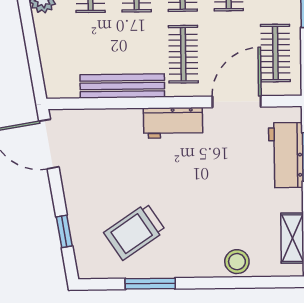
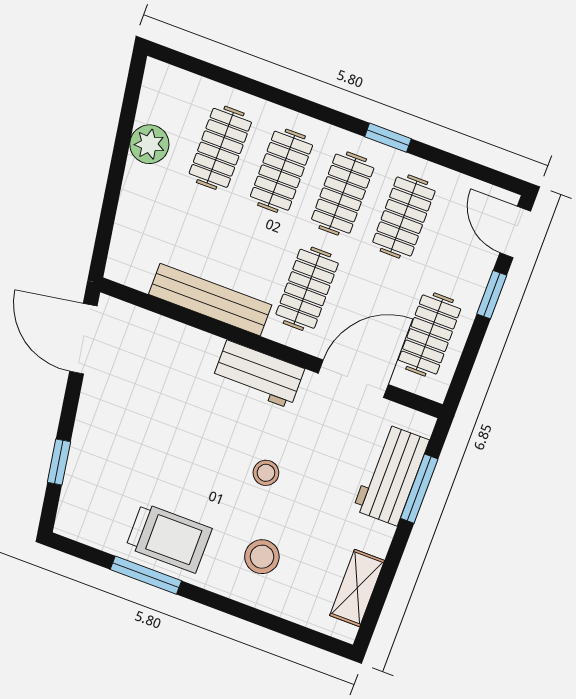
stool: (203, 186) -> (266, 473), added
trolley: (135, 232) -> (169, 538), moved, turned -146
stool: (237, 262) -> (262, 557), moved

